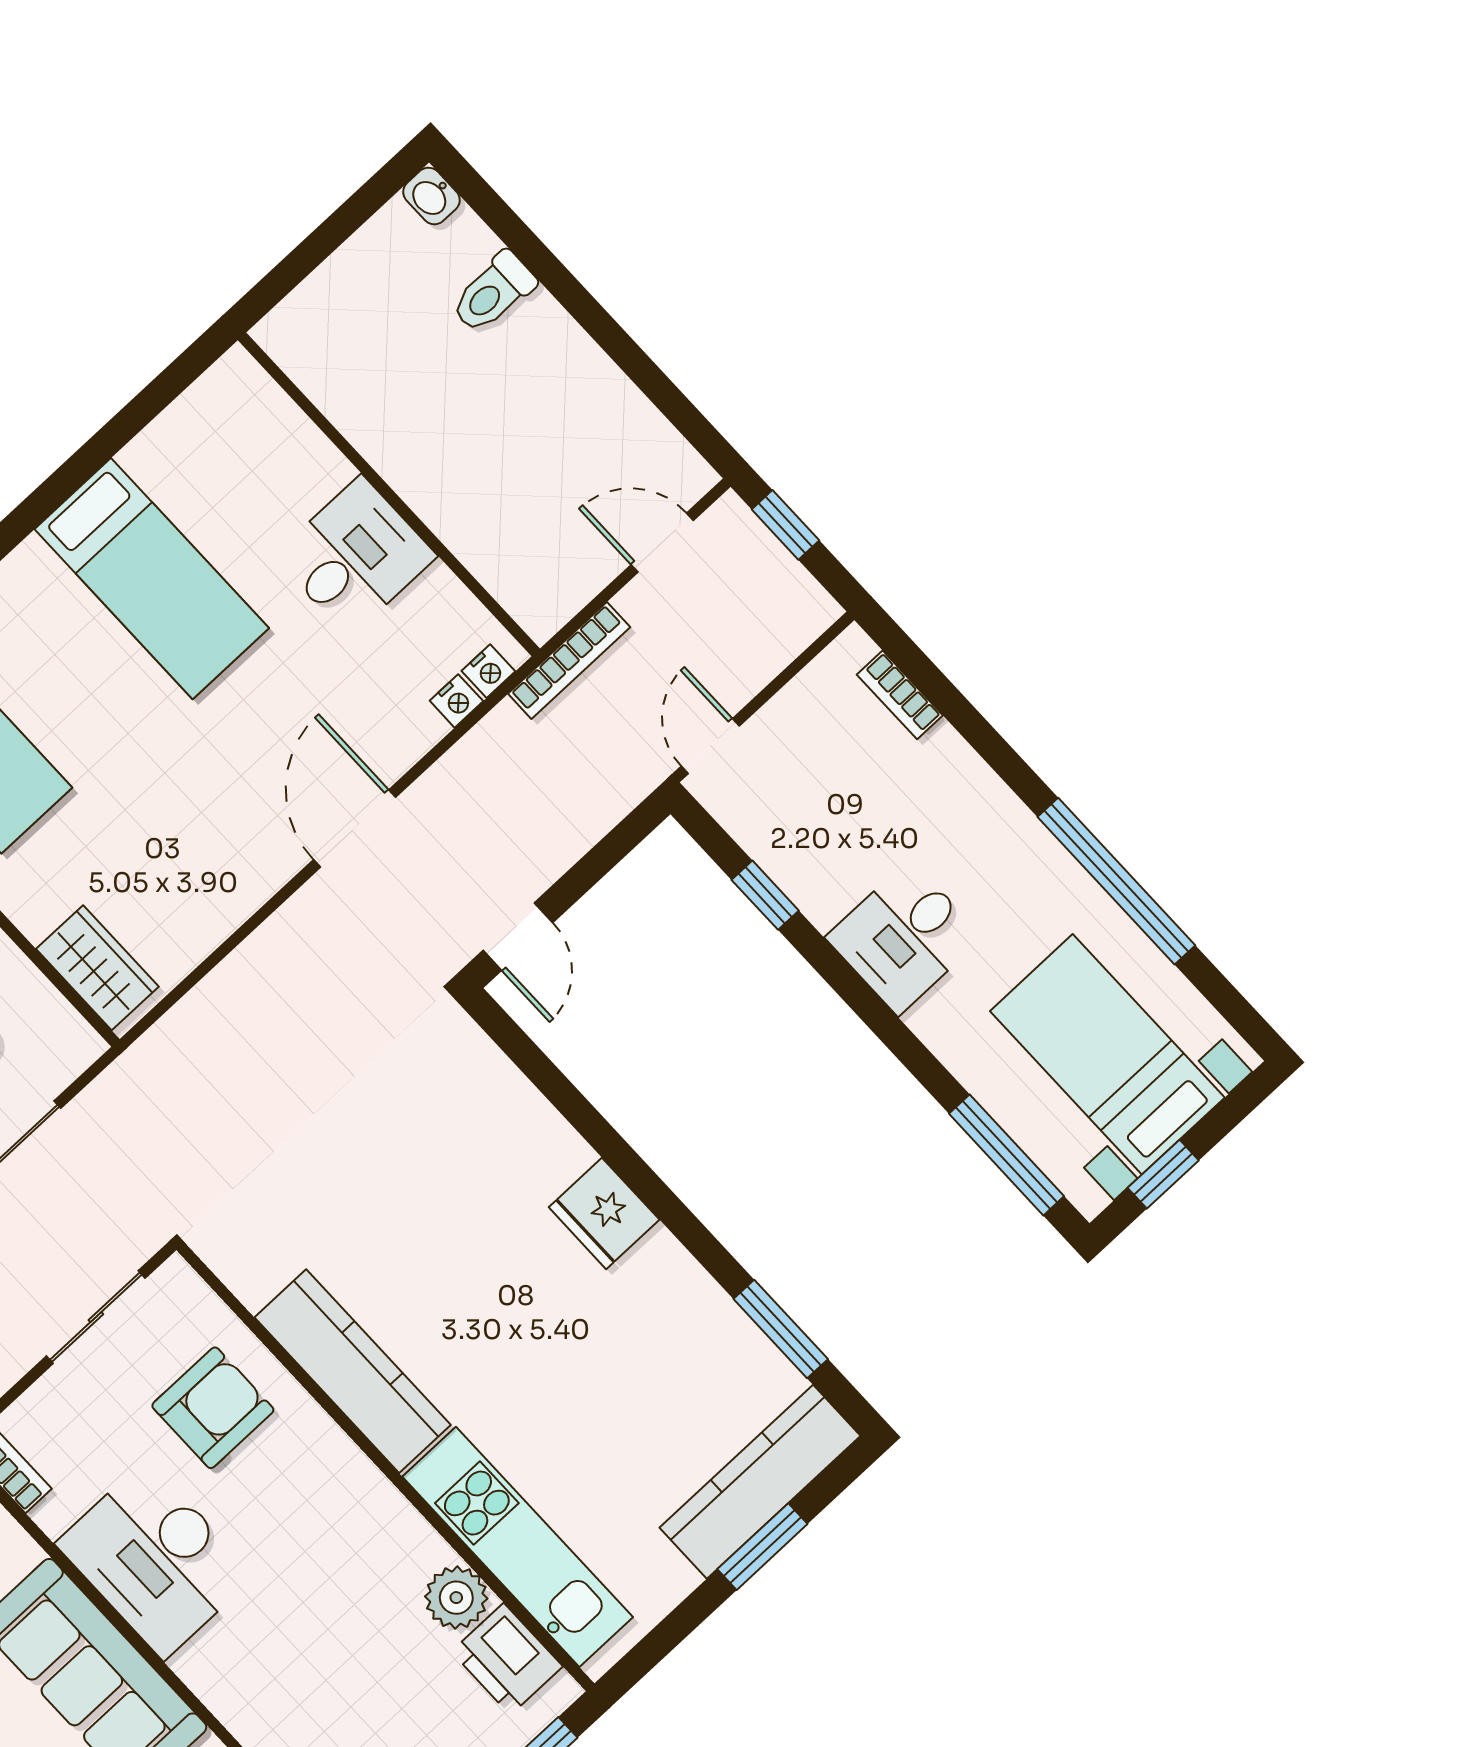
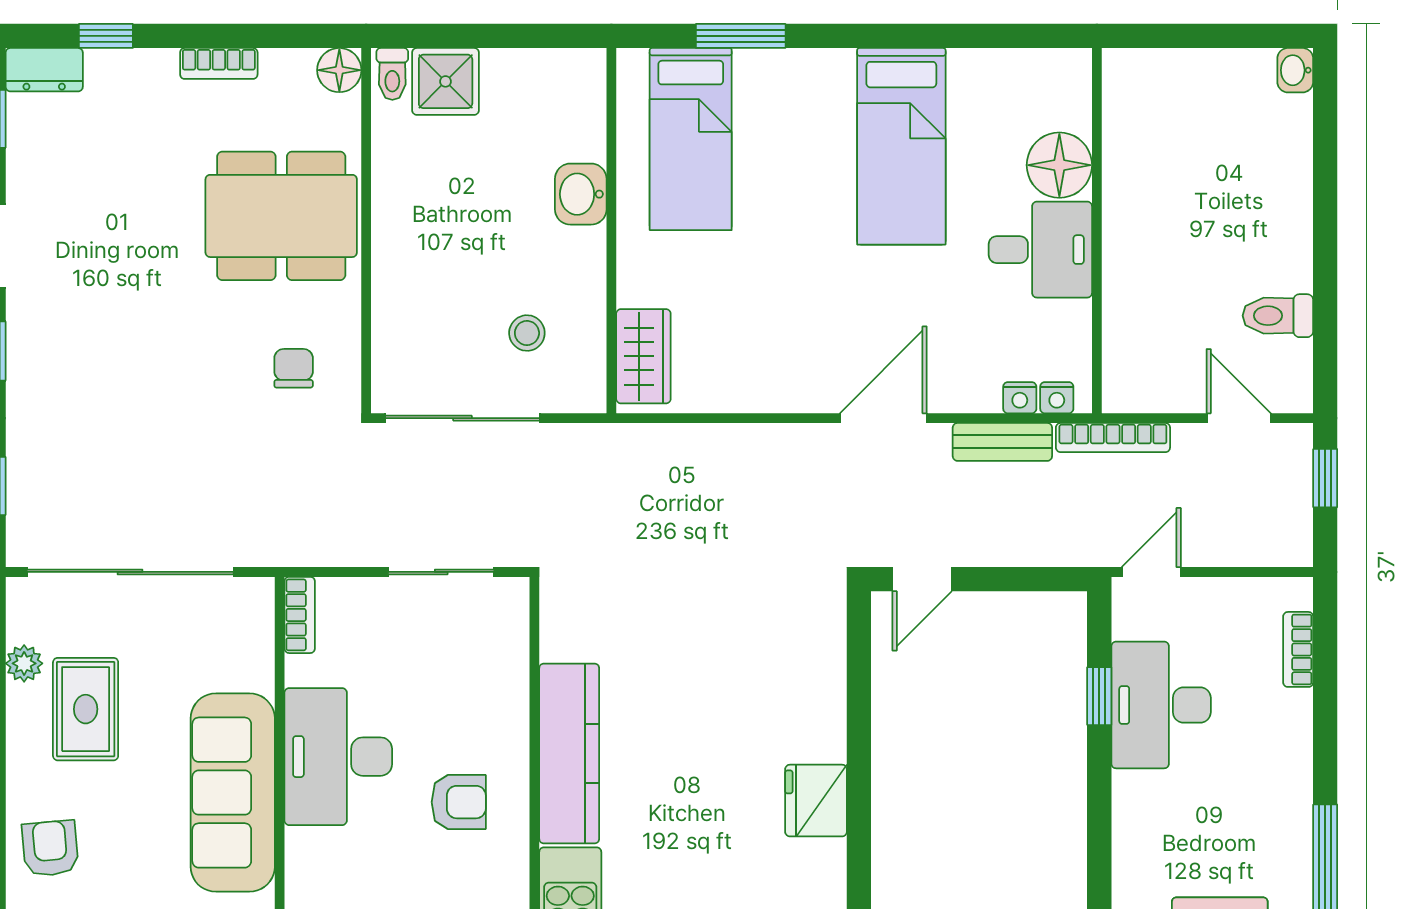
toilet: (493, 293) -> (1278, 316), moved
floor lamp: (304, 468) -> (1059, 165), added
bench: (477, 753) -> (1002, 442), added
desk: (904, 937) -> (1161, 705), moved, width x1.37
armchair: (213, 1408) -> (459, 802), moved, width x0.72, depth x0.72

